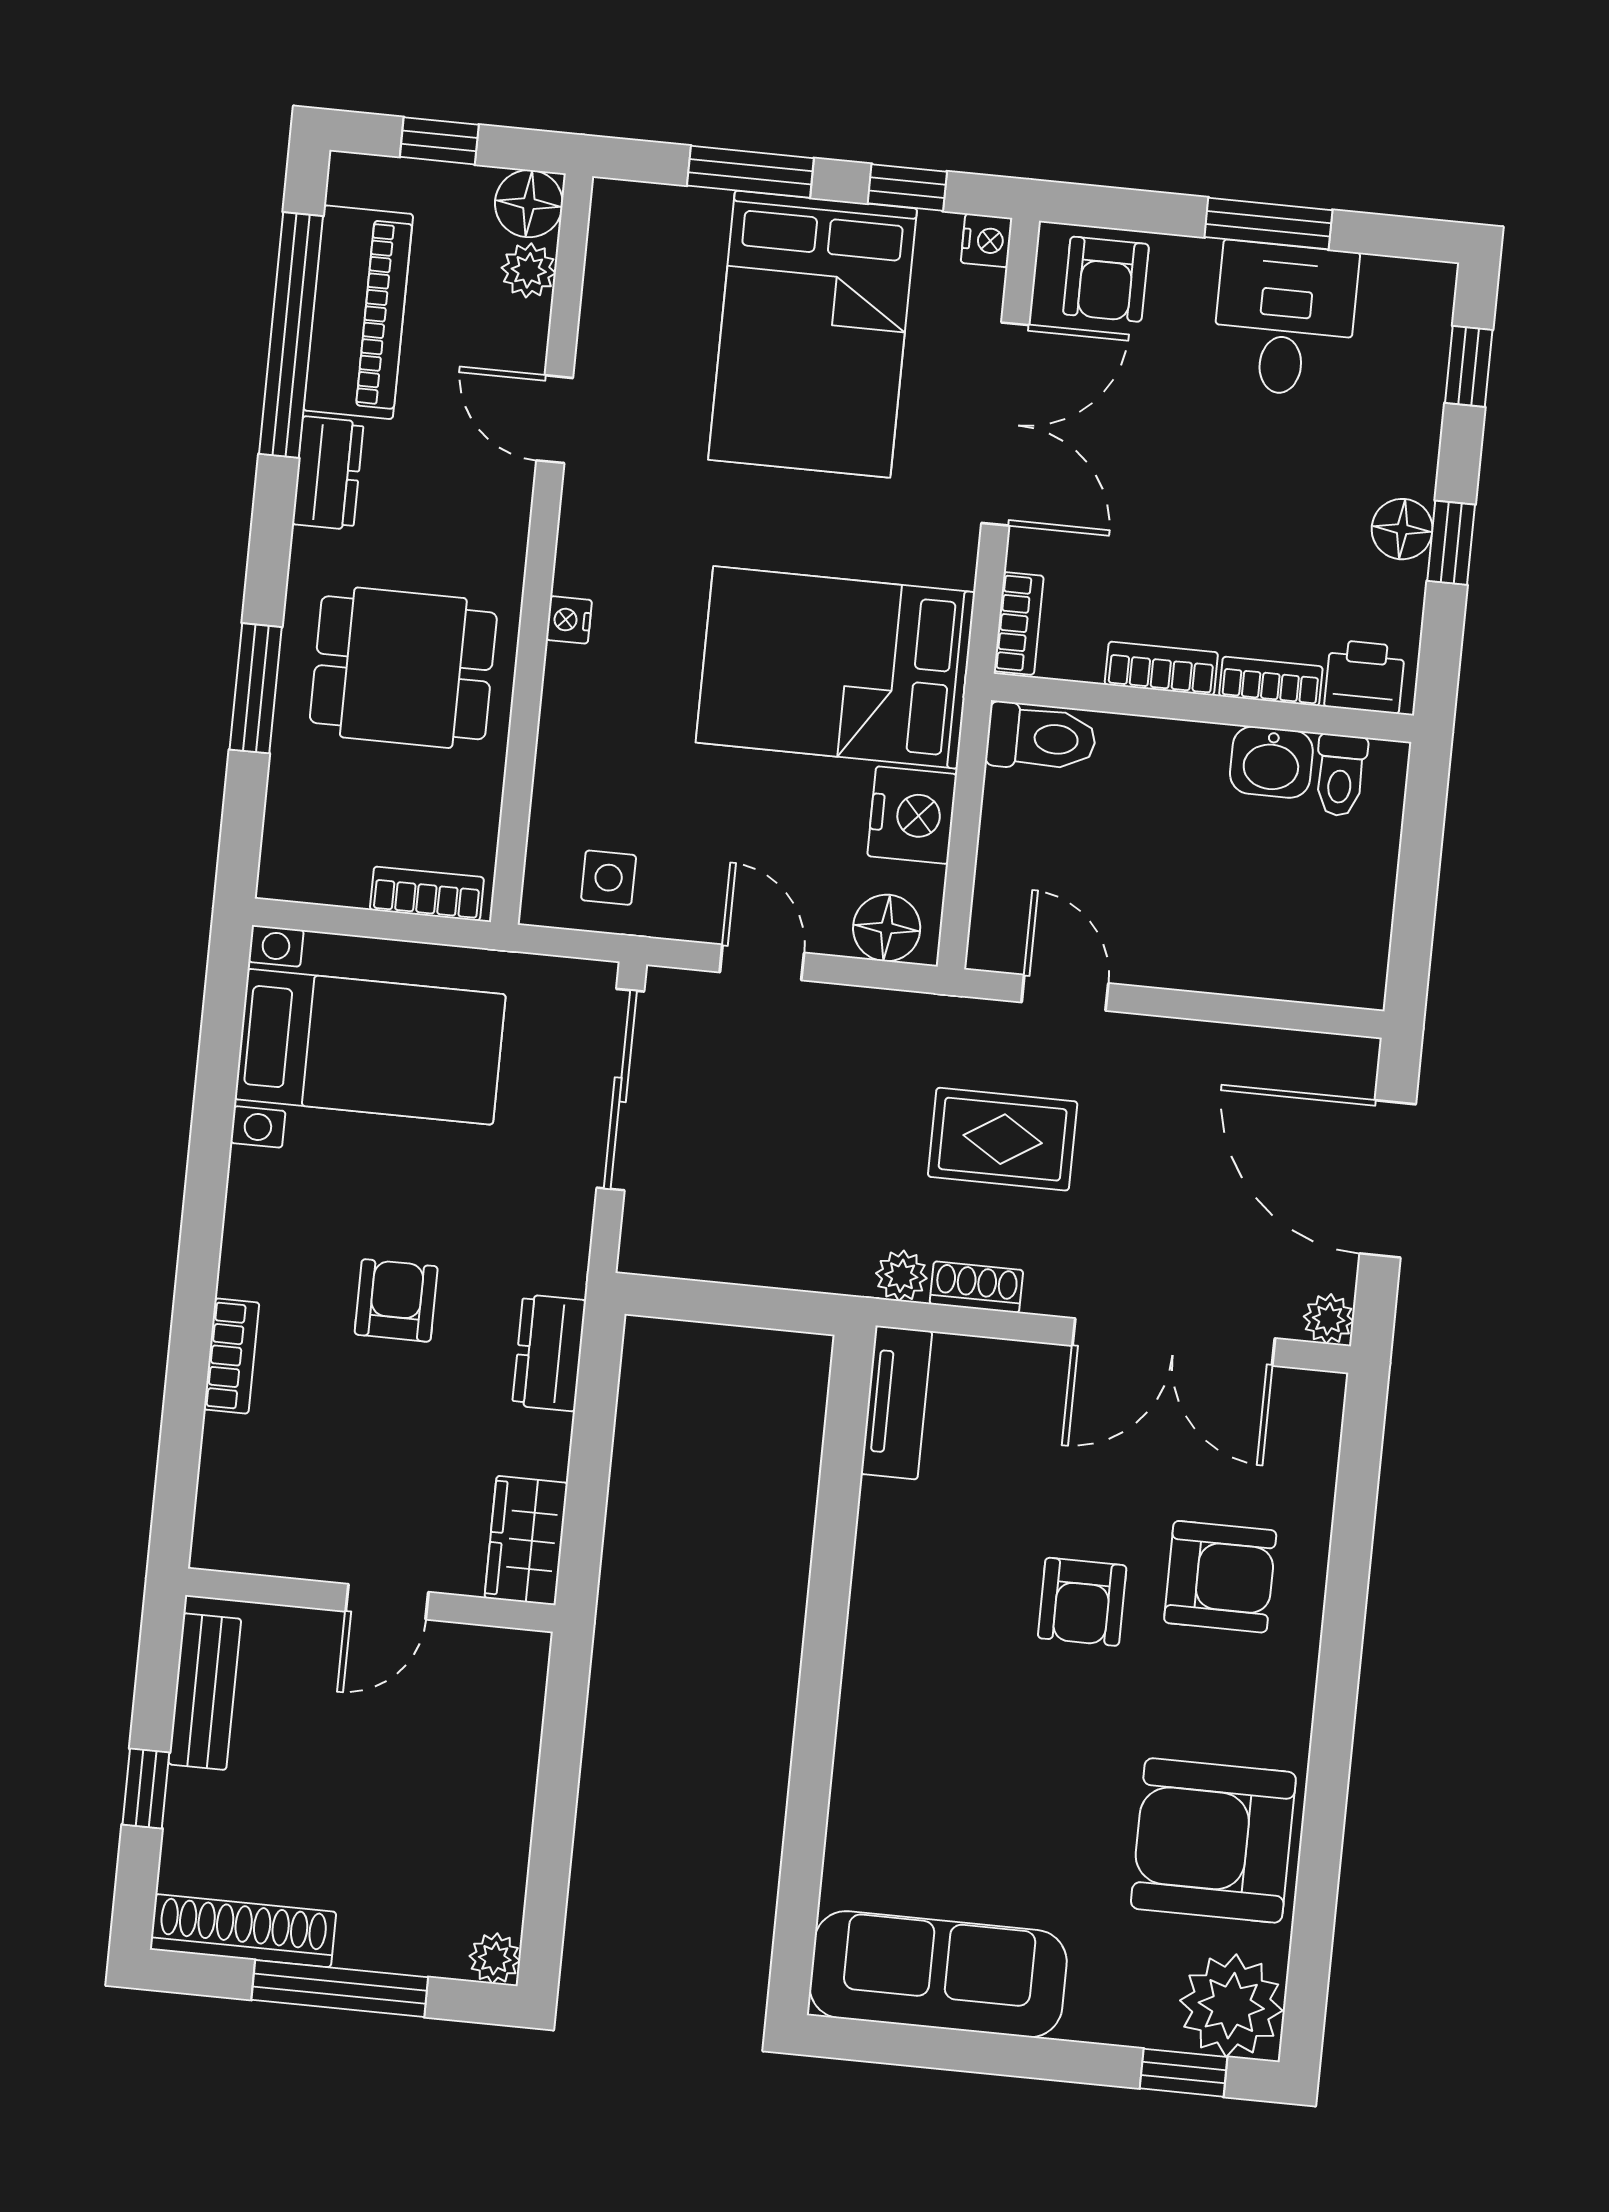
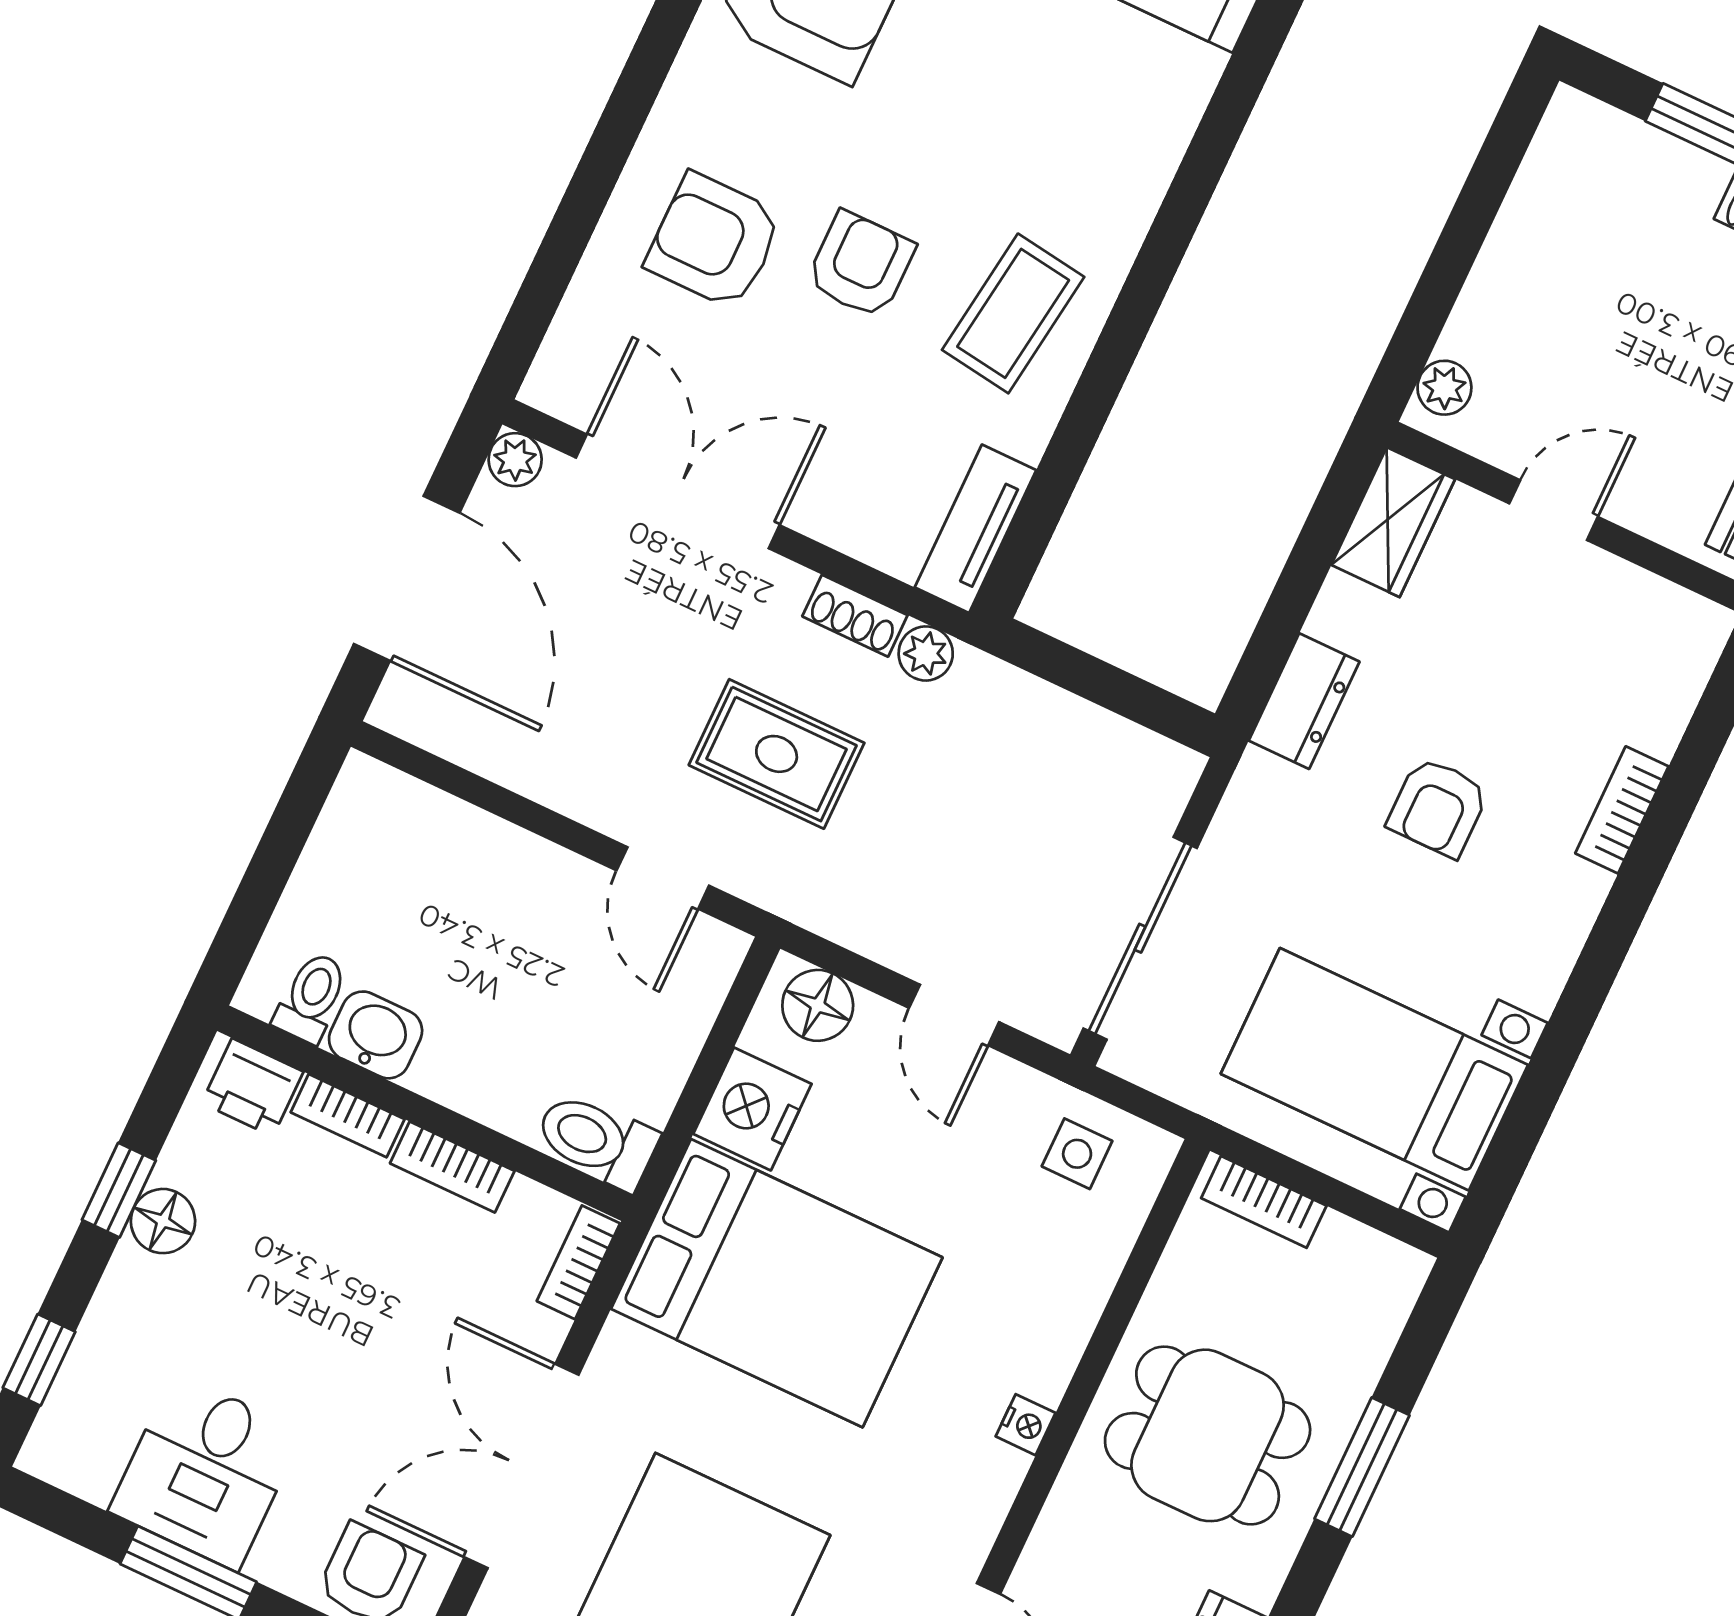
coffee table: (931, 1606) -> (1013, 313), added
plant: (495, 1958) -> (1444, 388), moved

